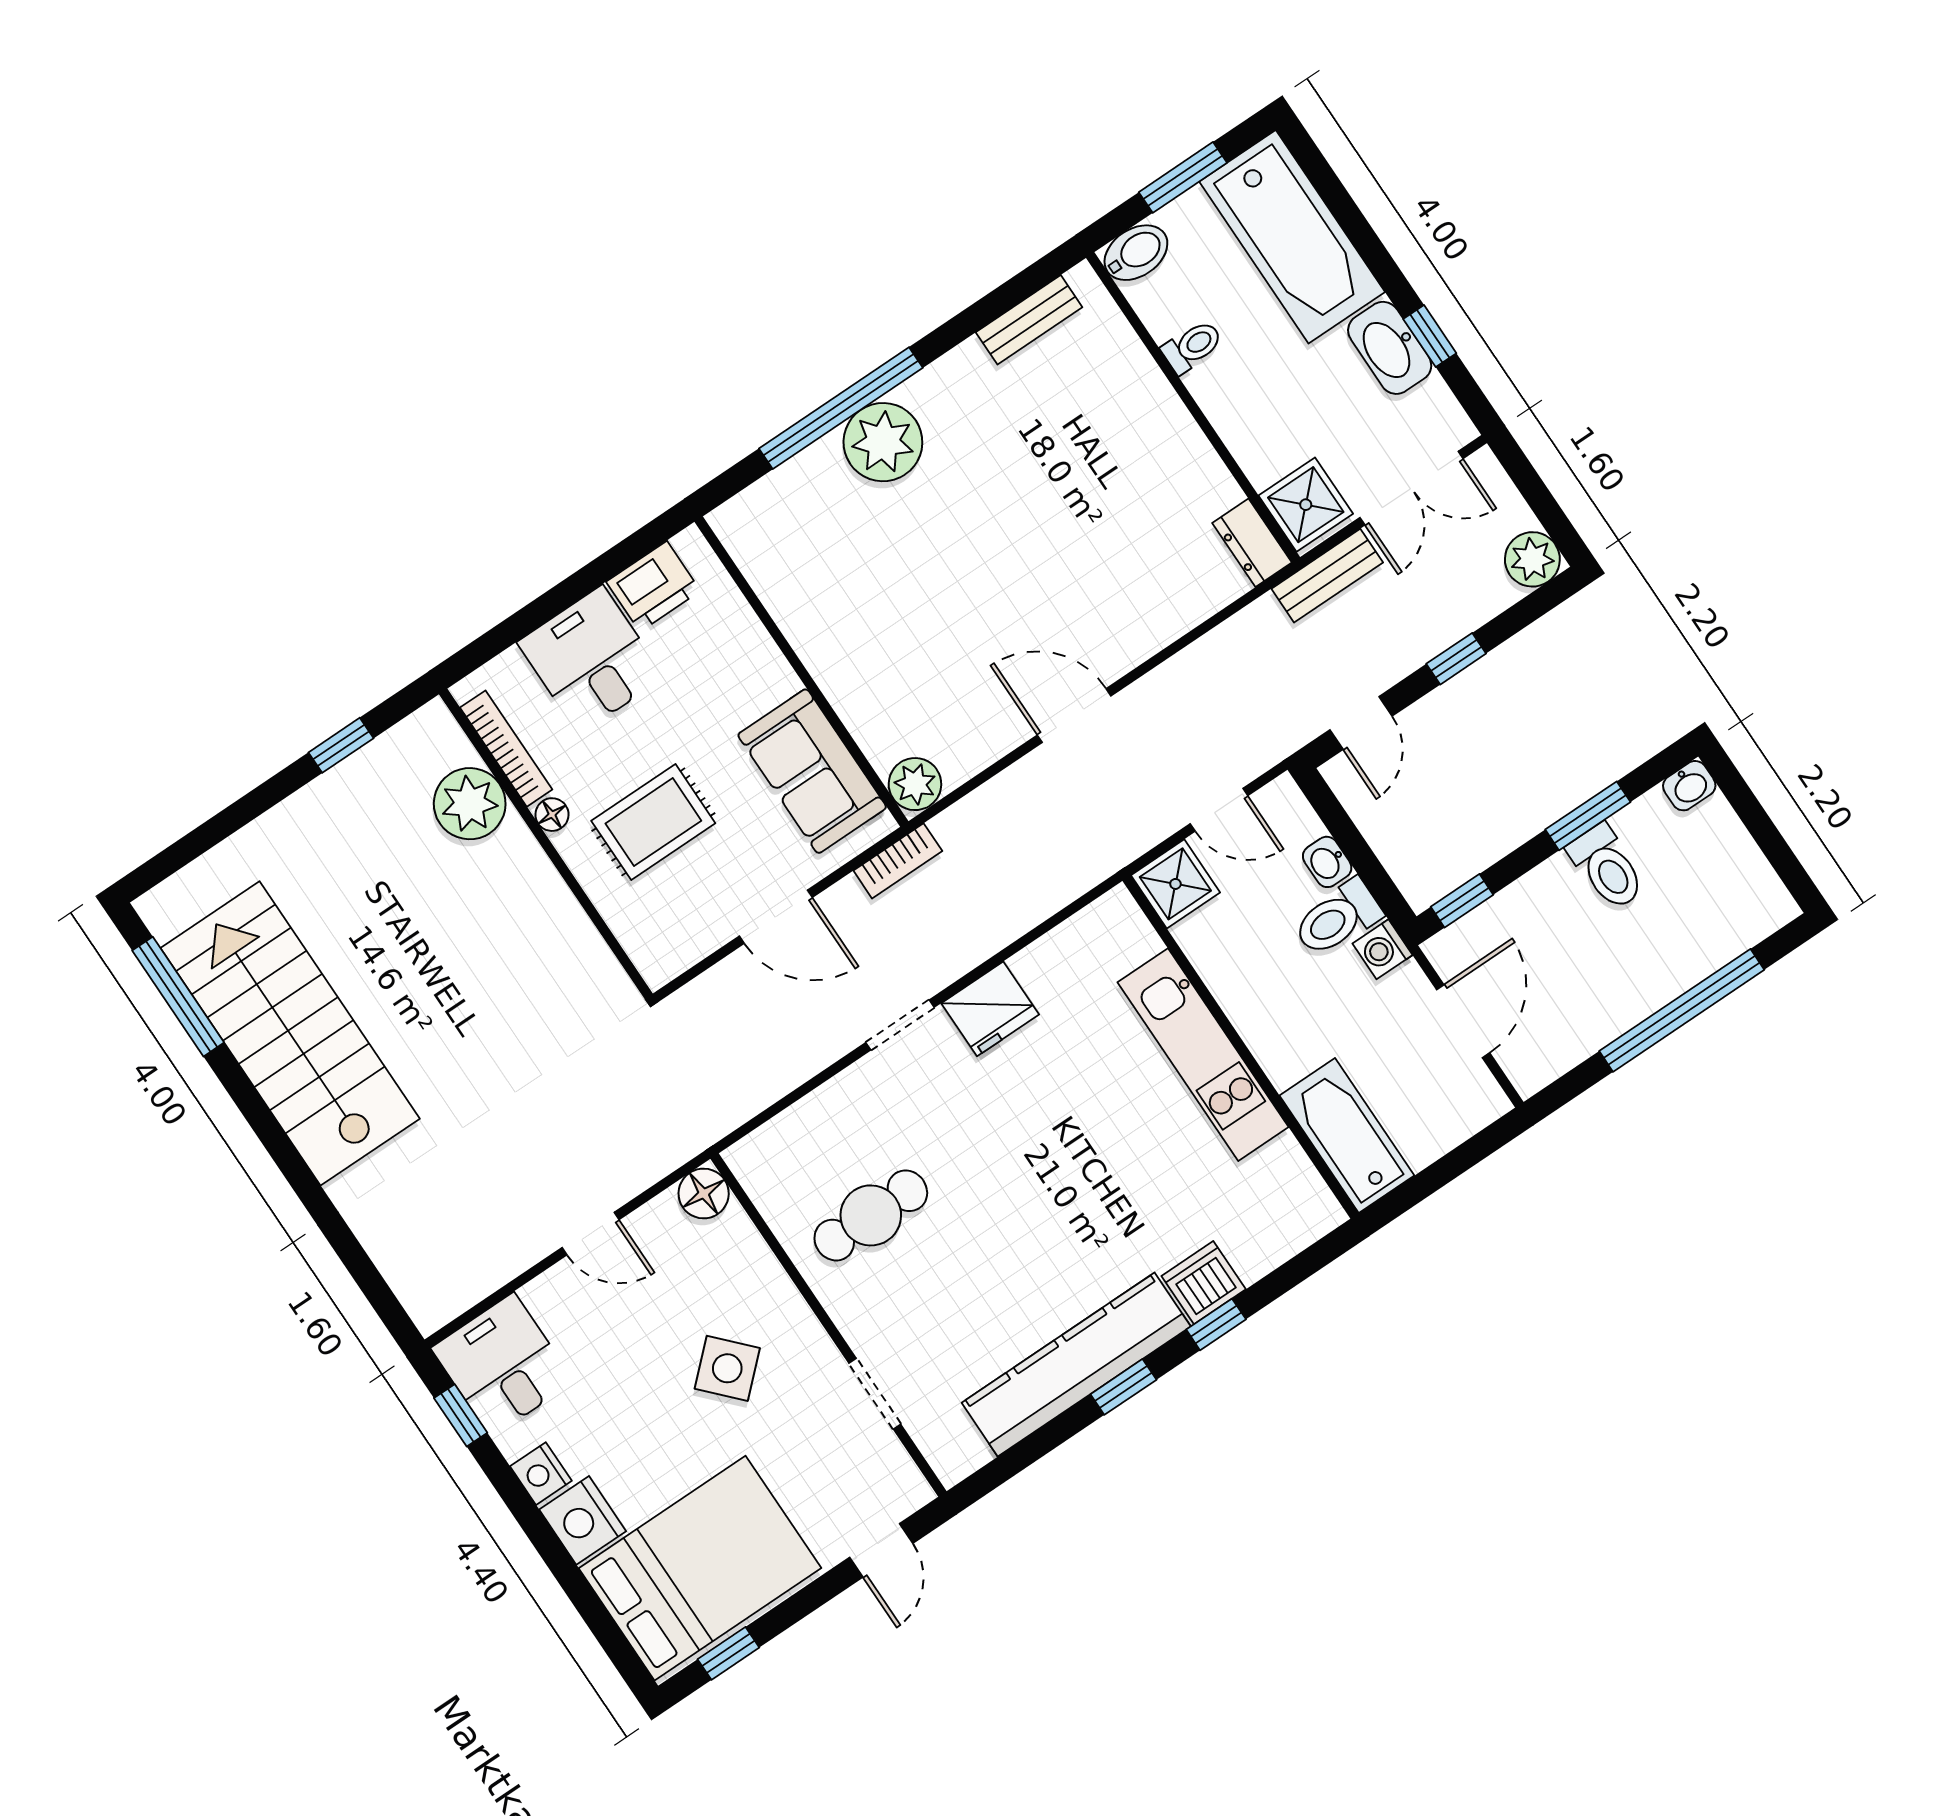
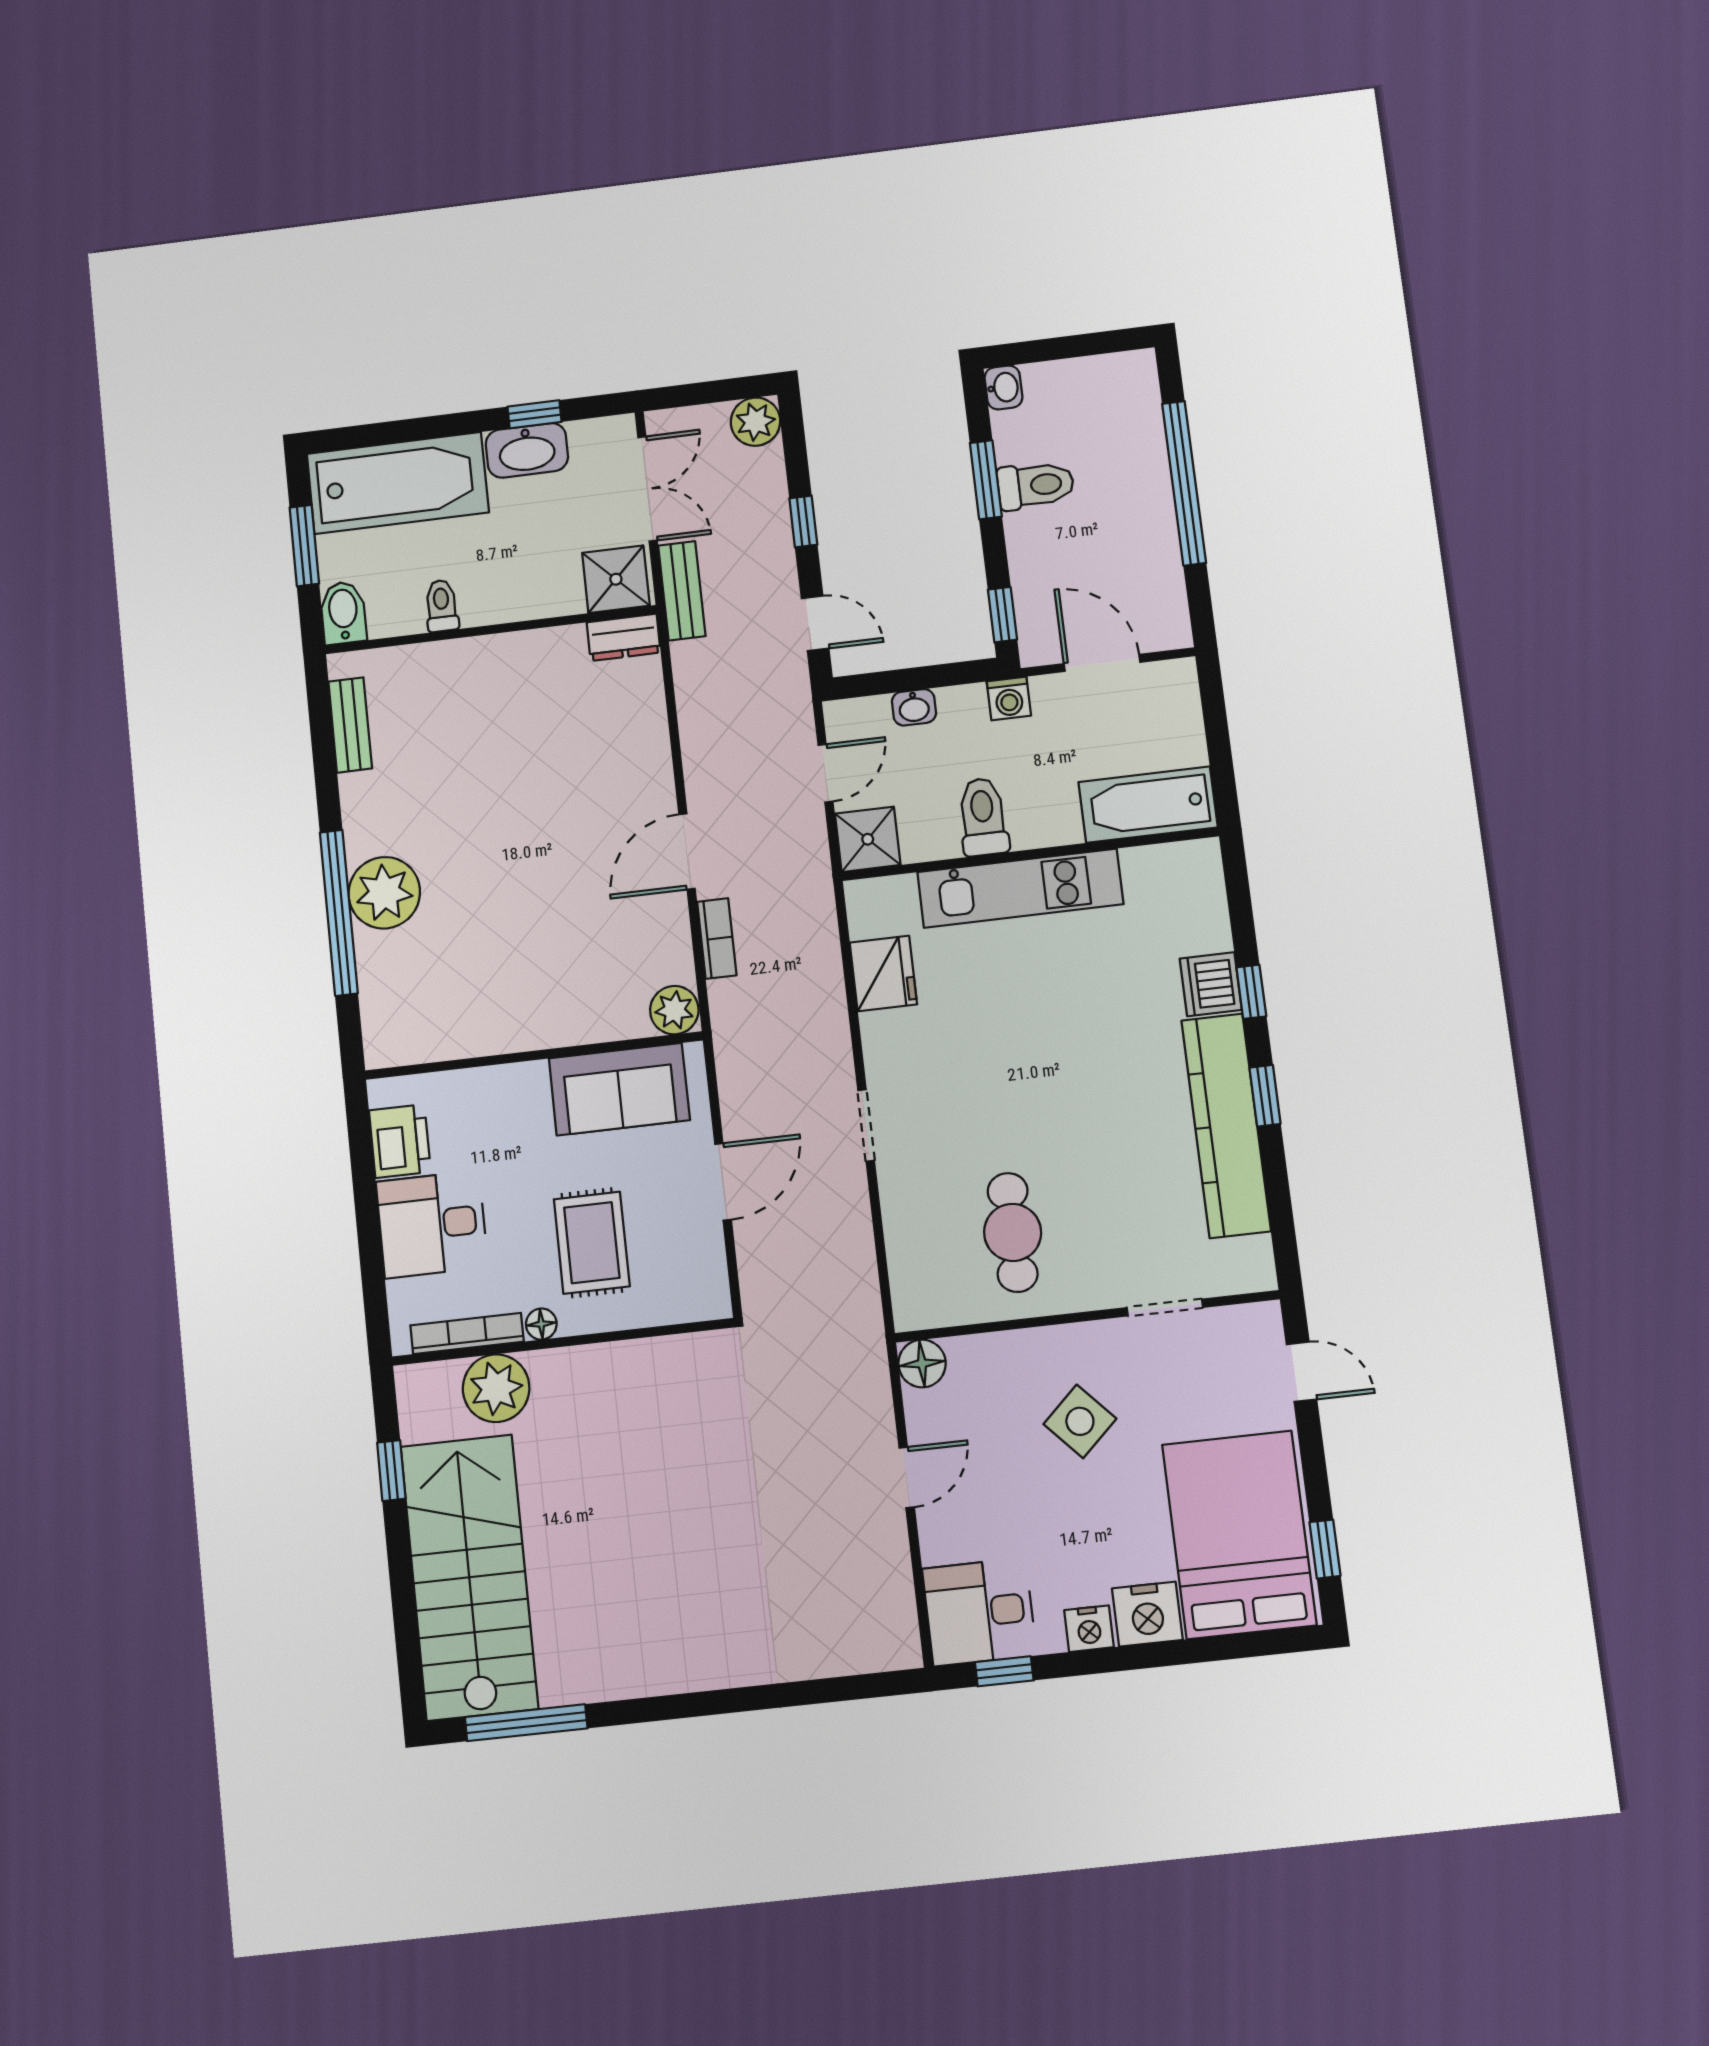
bookcase: (898, 861) -> (717, 938), moved
toilet: (1337, 918) -> (983, 817), moved, turned 180
fridge: (990, 1009) -> (883, 973), moved
stairs: (290, 1033) -> (469, 1577), moved, turned 90

